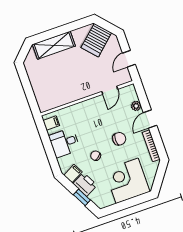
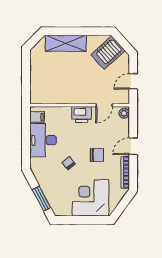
plant: (136, 106) -> (124, 113), moved
desk: (64, 143) -> (43, 140), width x1.37
filing cabinet: (73, 174) -> (41, 173), removed
printer: (85, 184) -> (82, 115), moved, turned 118
window: (82, 197) -> (41, 199), width x1.50

